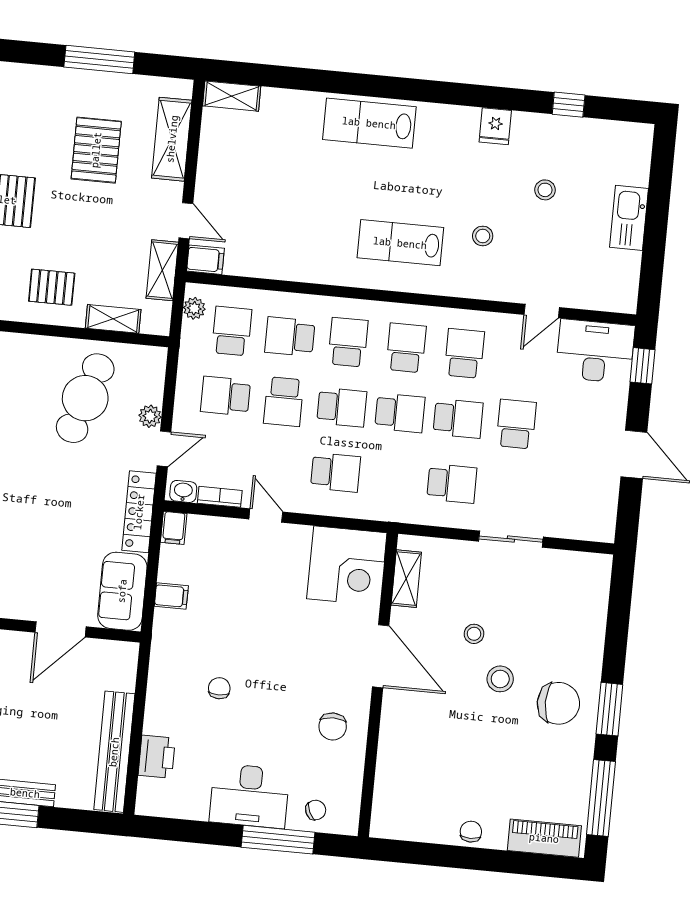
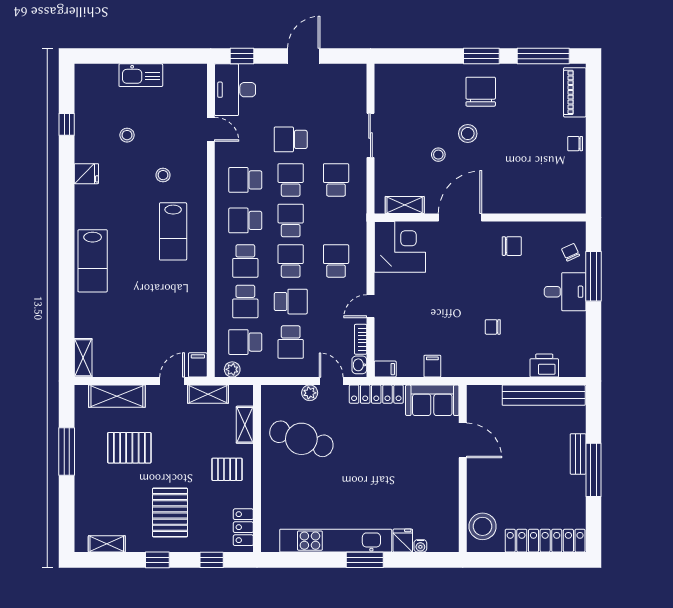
pallet: (52, 287) -> (227, 469), turned 90
school desk: (348, 342) -> (245, 261), turned -90
desk: (249, 796) -> (565, 292), width x0.73

